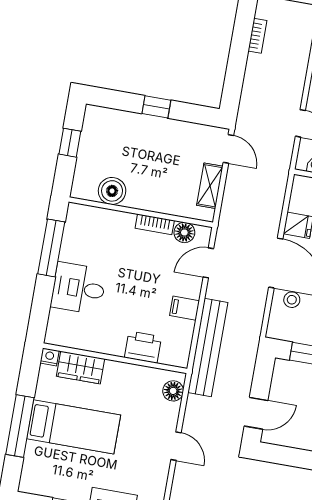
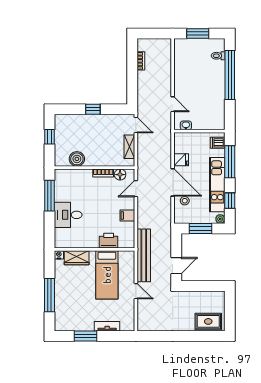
bench: (208, 348) -> (144, 255), moved
floor lamp: (173, 391) -> (129, 261), removed
bed: (74, 427) -> (107, 275), moved, turned 90

